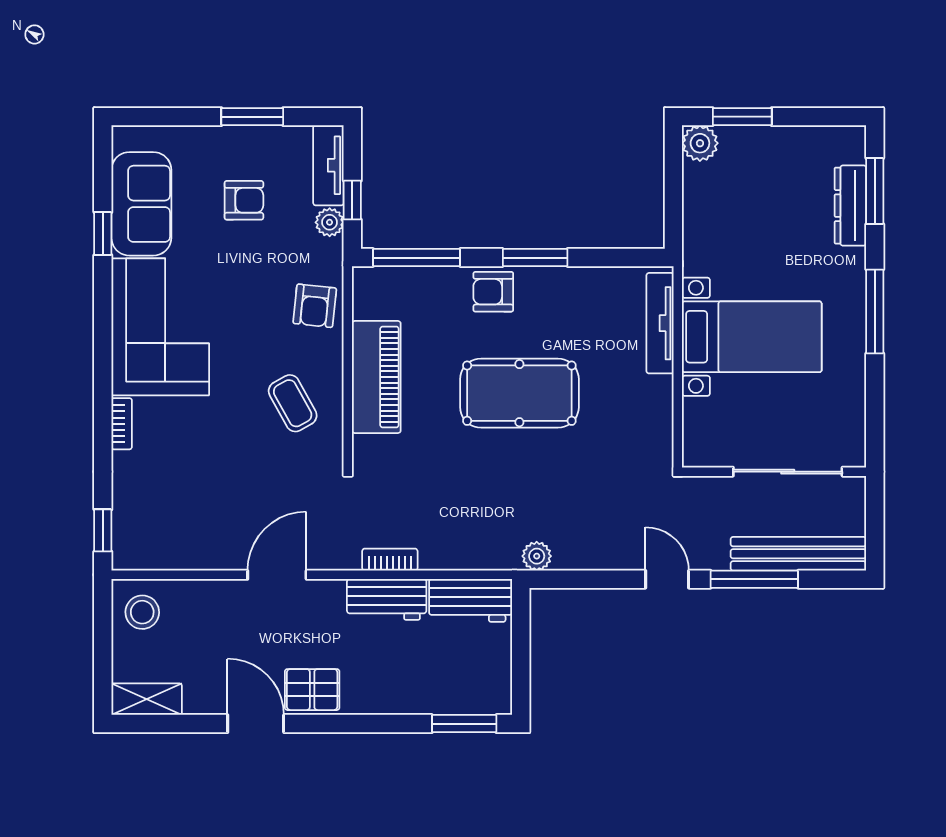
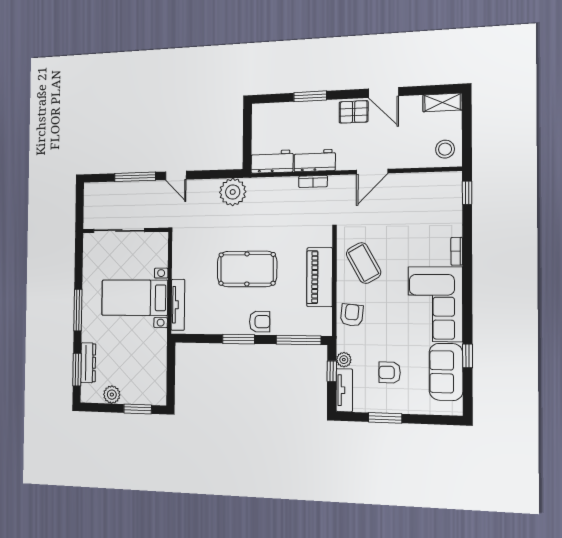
plant: (700, 143) -> (112, 395), moved
coffee table: (293, 403) -> (364, 263), width x1.36, depth x1.30
bench: (798, 554) -> (114, 190), removed
plant: (537, 556) -> (233, 192), width x1.88, depth x1.88
window: (464, 724) -> (310, 96), moved

